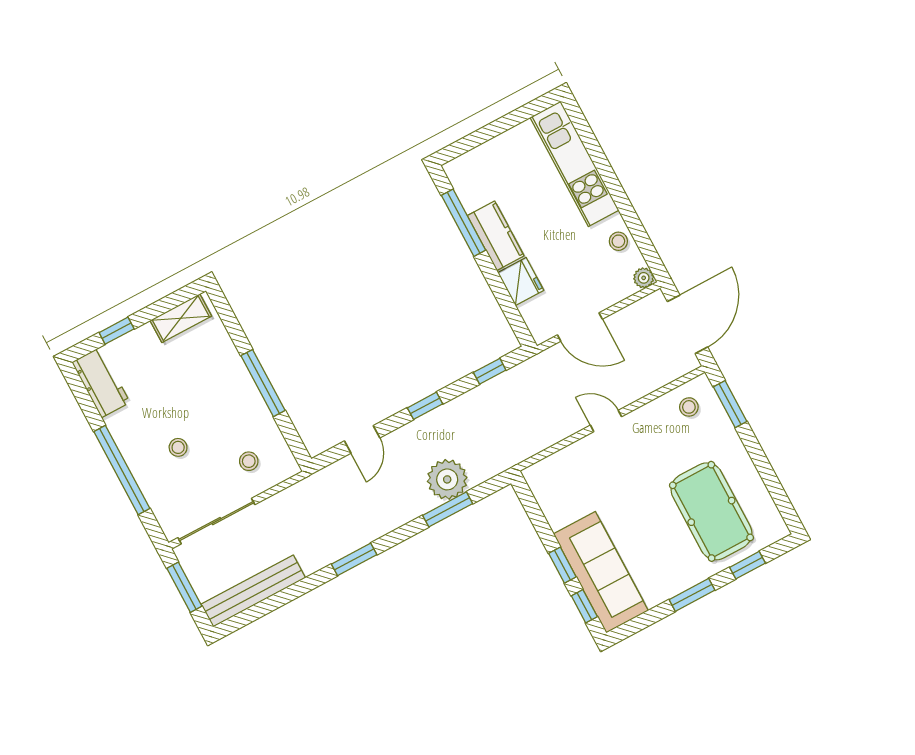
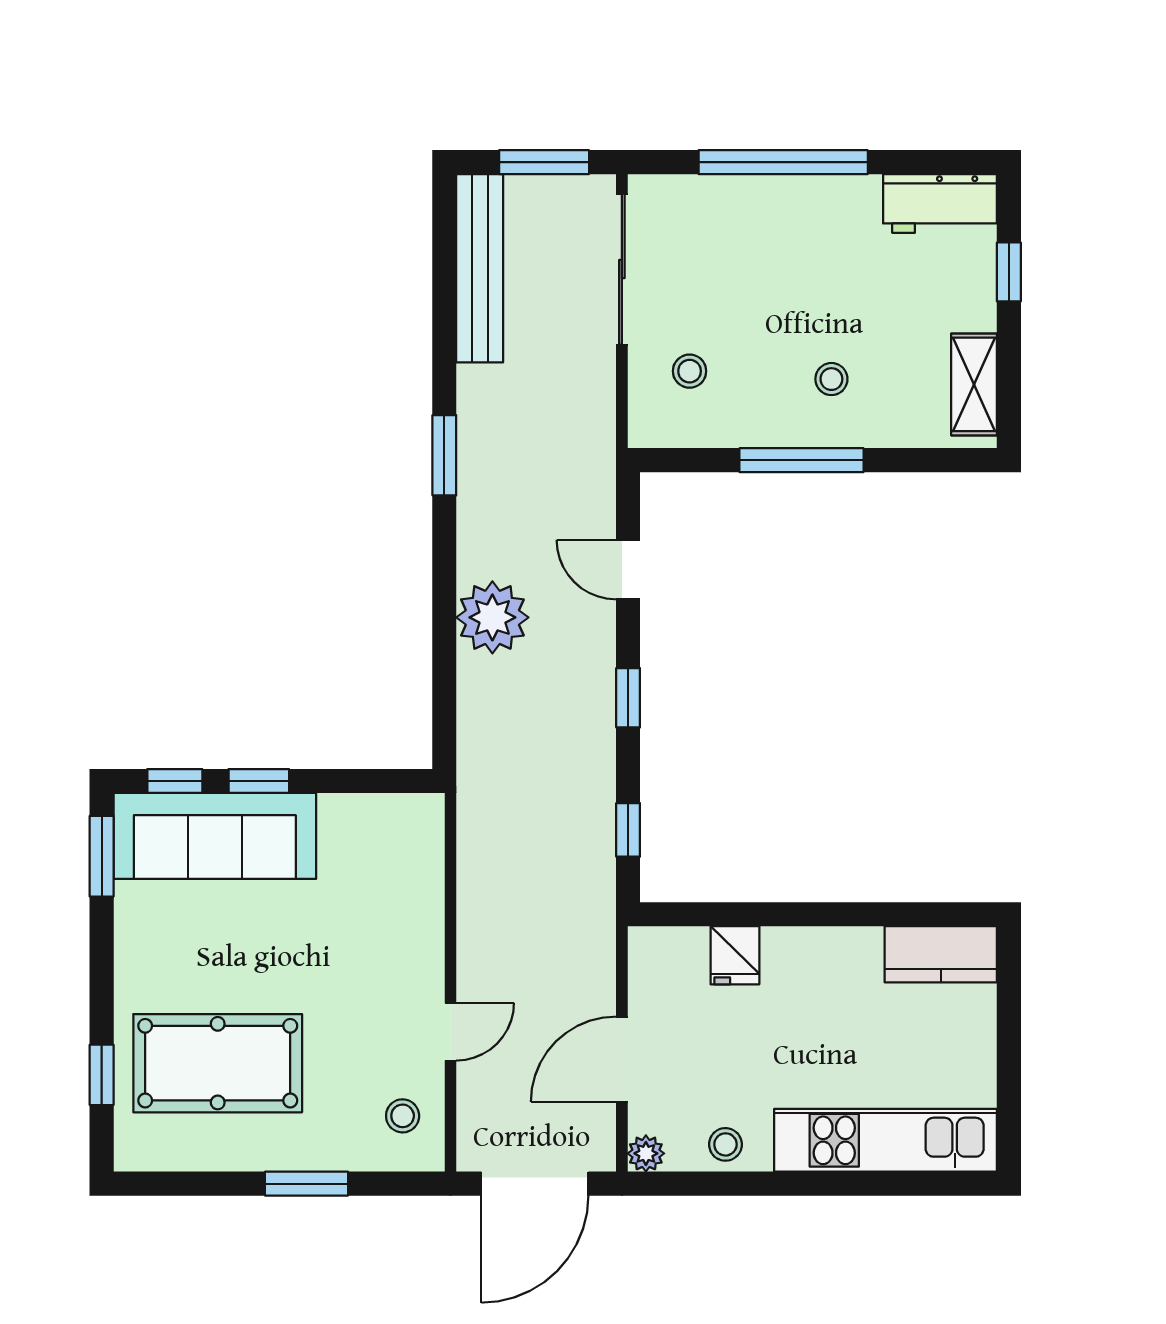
window: (464, 223) -> (886, 914), removed
kitchen counter: (496, 236) -> (941, 954), moved
fridge: (521, 281) -> (735, 955), width x0.72
door: (687, 324) -> (535, 1184), hinge flipped
door: (580, 327) -> (622, 1059), moved
window: (730, 404) -> (306, 1184), moved
door: (606, 421) -> (451, 1032), moved
stool: (178, 447) -> (831, 379), moved
plant: (447, 479) -> (492, 617), moved
window: (448, 509) -> (444, 646), removed
window: (692, 595) -> (102, 856), moved

